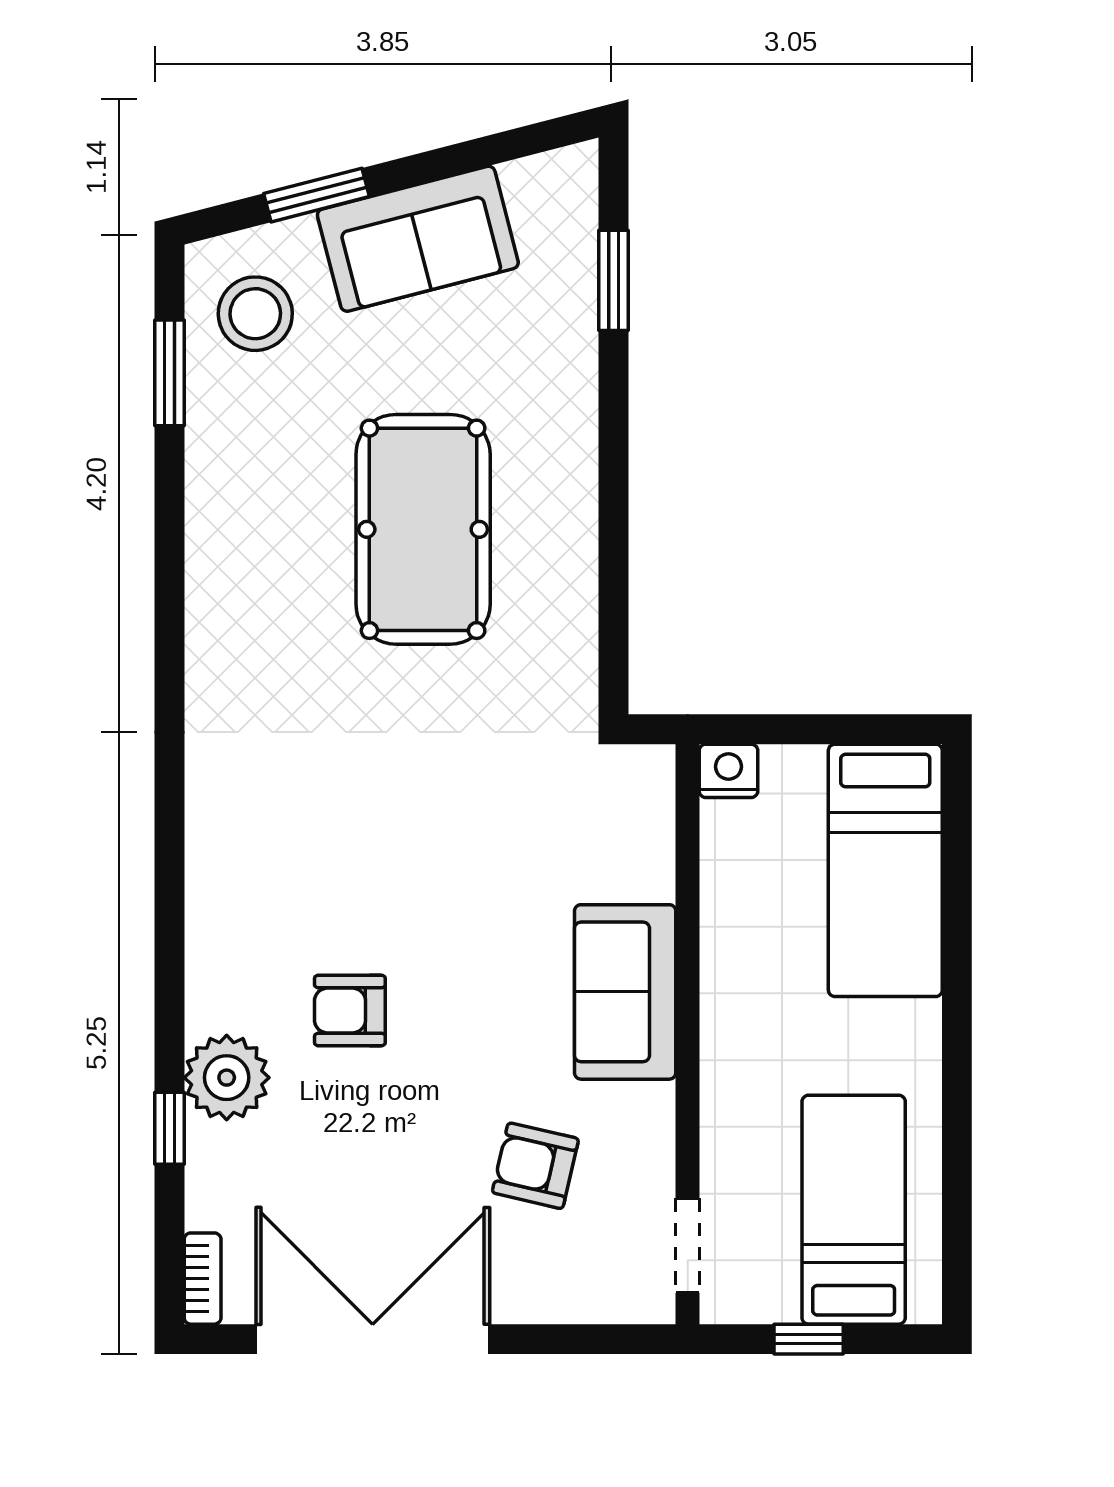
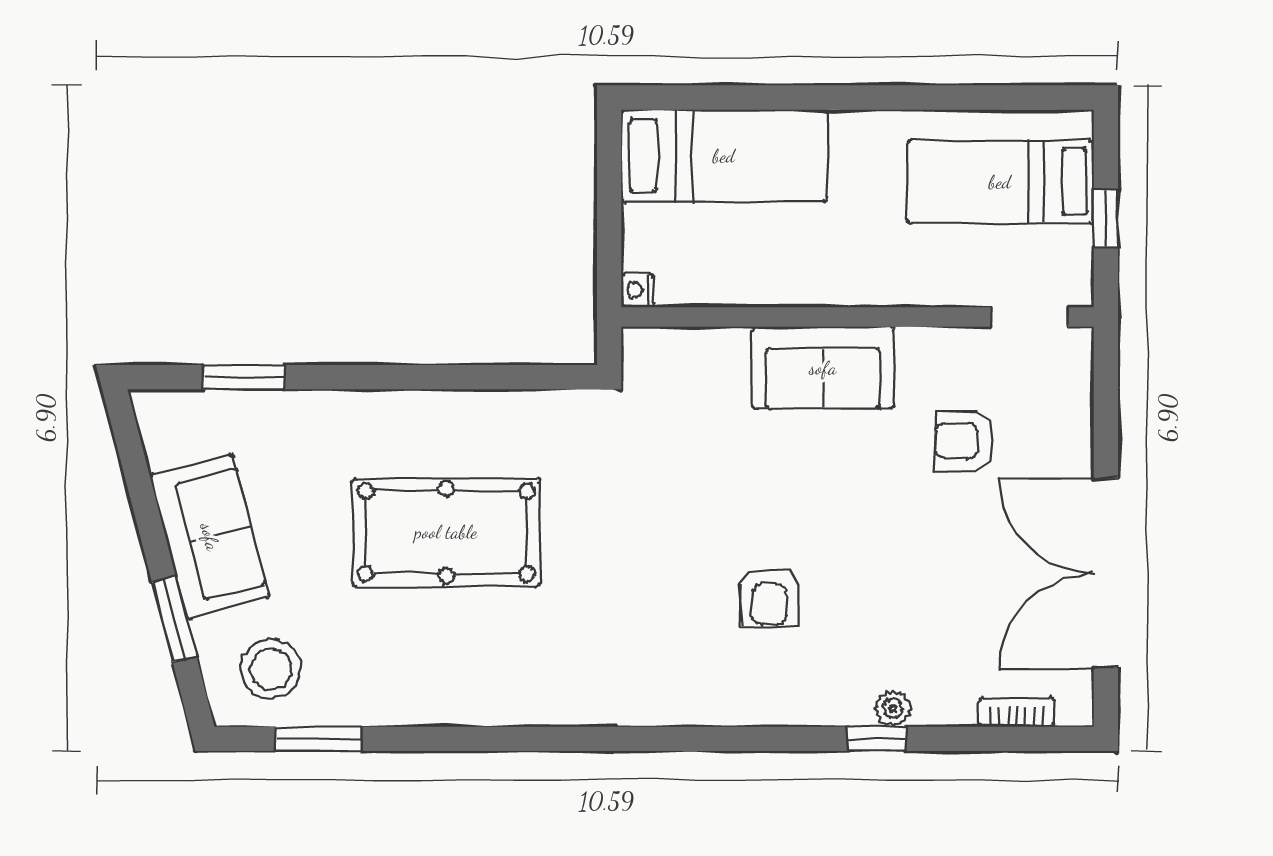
nightstand: (728, 771) -> (637, 290), width x0.72, depth x0.74
armchair: (350, 1010) -> (769, 596), moved
plant: (227, 1078) -> (893, 708), width x0.53, depth x0.53
window: (169, 1128) -> (877, 739), moved
armchair: (535, 1166) -> (965, 441), turned 77
bookcase: (203, 1279) -> (1017, 712), moved

